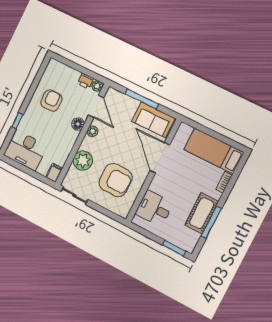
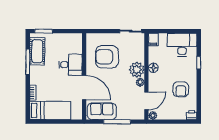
printer: (86, 81) -> (192, 115), moved
door: (96, 106) -> (146, 101), swing flipped
floor lamp: (78, 124) -> (153, 68), moved
plant: (83, 161) -> (137, 70), moved
desk: (154, 208) -> (71, 65), moved
cot: (202, 213) -> (37, 51), moved

